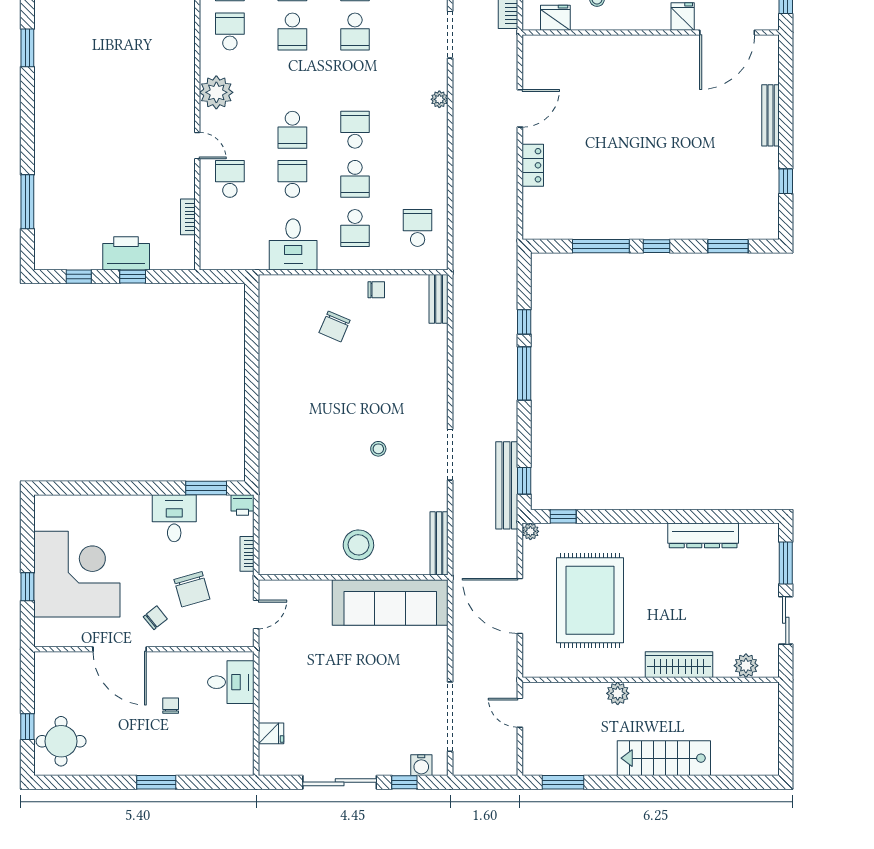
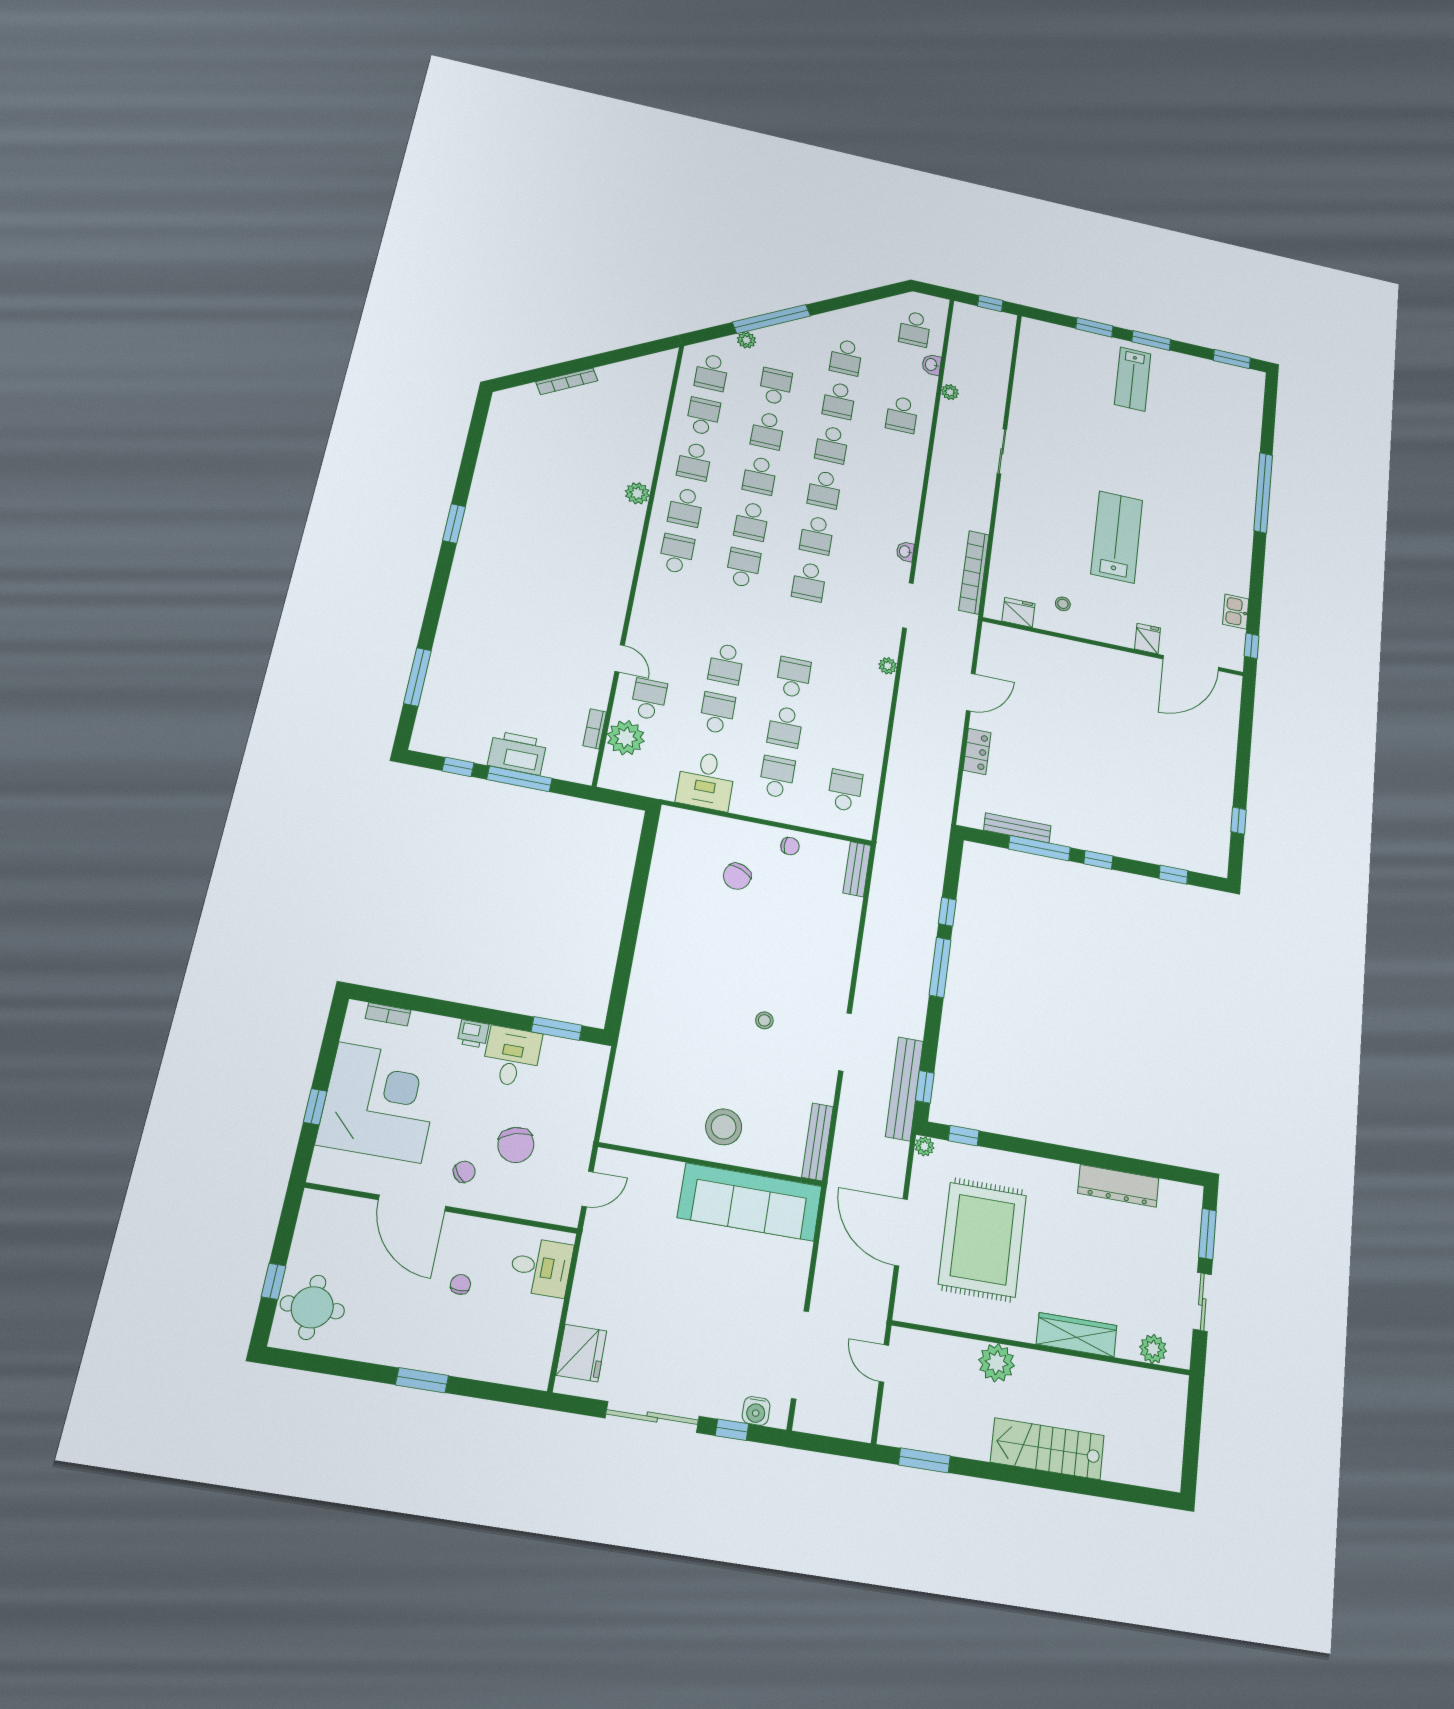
school desk: (292, 32) -> (743, 568), turned 180
plant: (216, 92) -> (626, 738), moved
bench: (771, 115) -> (1017, 828), moved, turned 90
school desk: (355, 228) -> (777, 777), turned 180
window: (728, 246) -> (1173, 875), width x0.67
window: (133, 277) -> (519, 779), width x2.17
printer: (243, 505) -> (473, 1034), moved
bookcase: (247, 554) -> (388, 1014), moved, turned -90
plant: (618, 693) -> (997, 1363), width x1.36, depth x1.36
fridge: (271, 733) -> (581, 1353), width x1.88, depth x1.34

